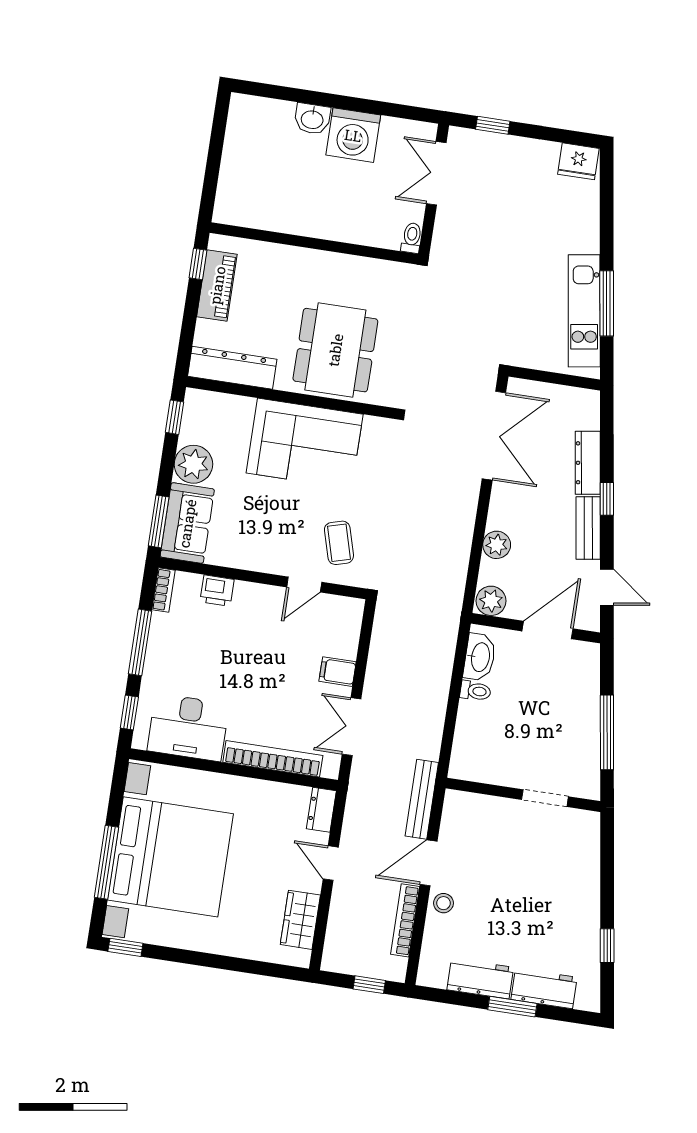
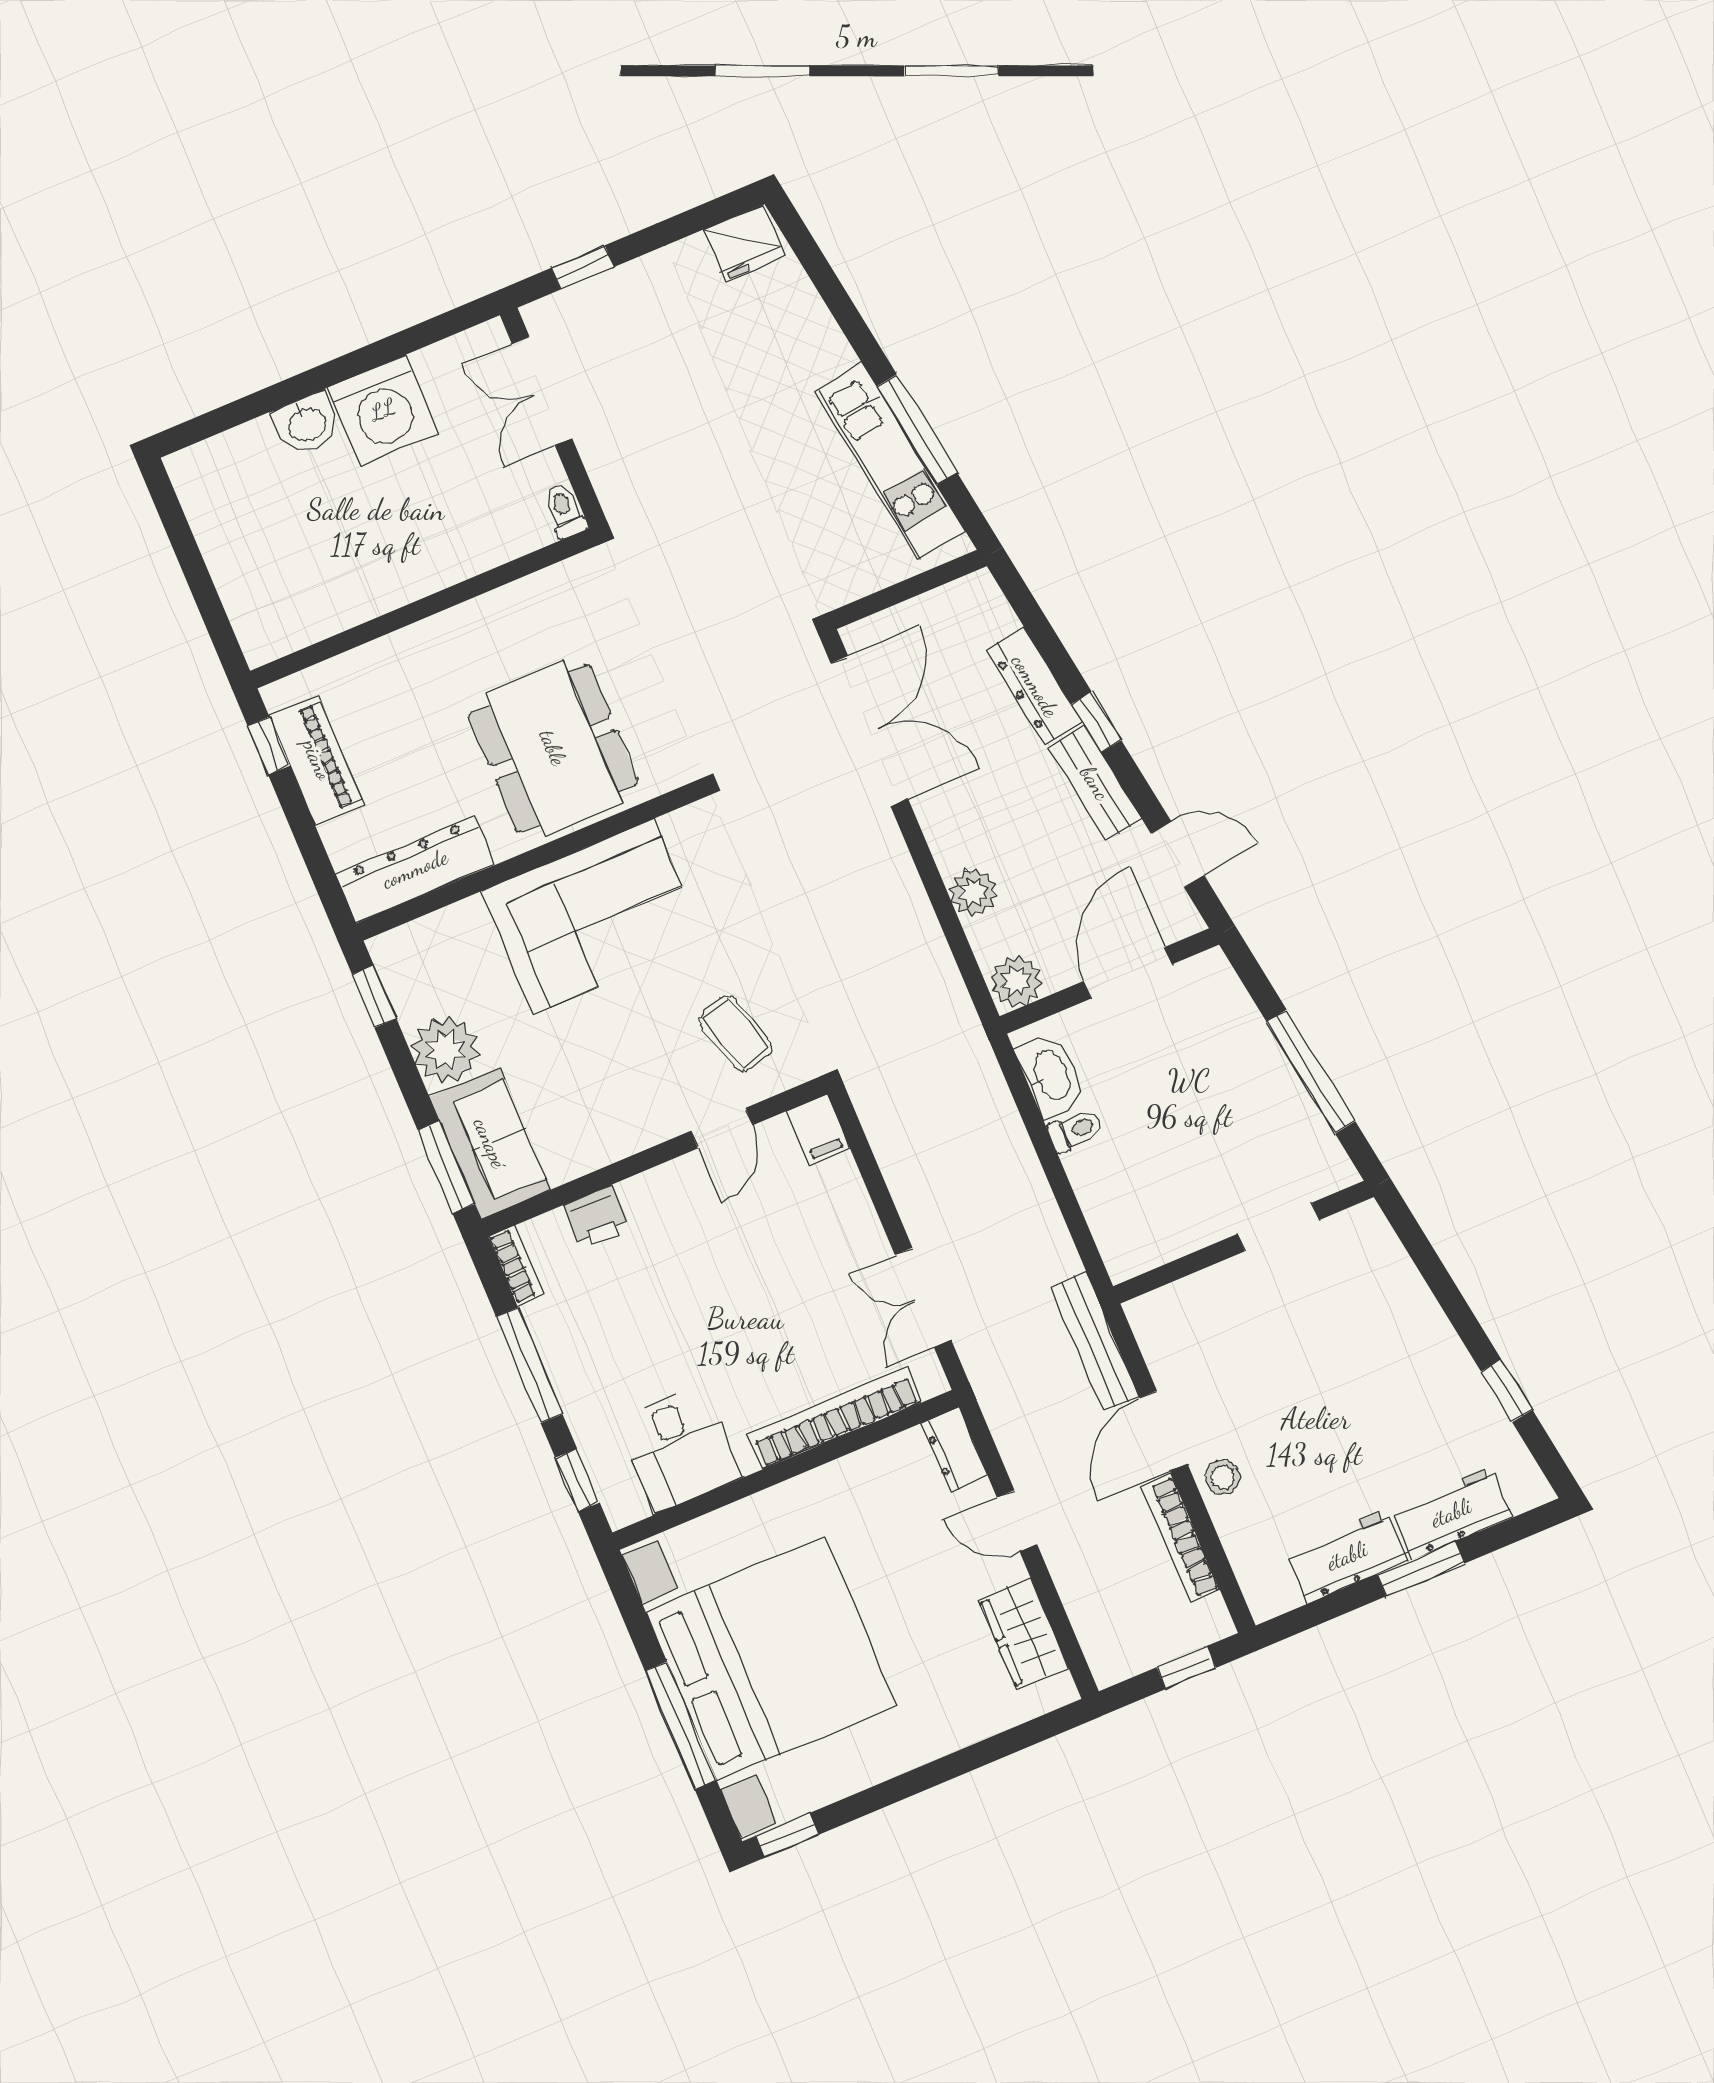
filing cabinet: (338, 672) -> (818, 1130), moved, turned -90
desk: (188, 727) -> (679, 1448), width x0.73

